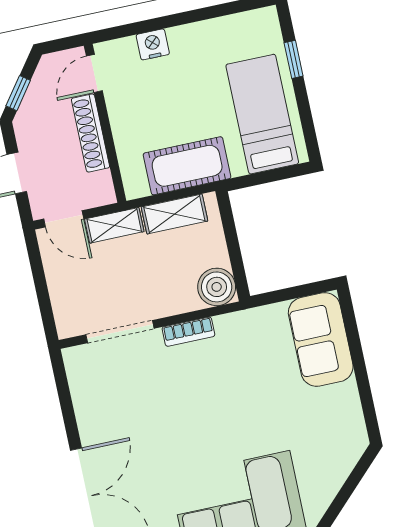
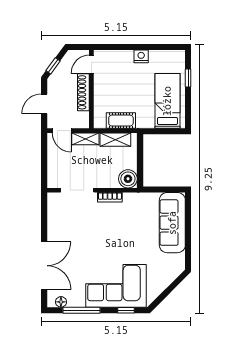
nightstand: (153, 44) -> (141, 56), moved
cot: (187, 166) -> (121, 121), width x0.73, depth x0.75
sofa: (321, 340) -> (172, 223), width x1.36

